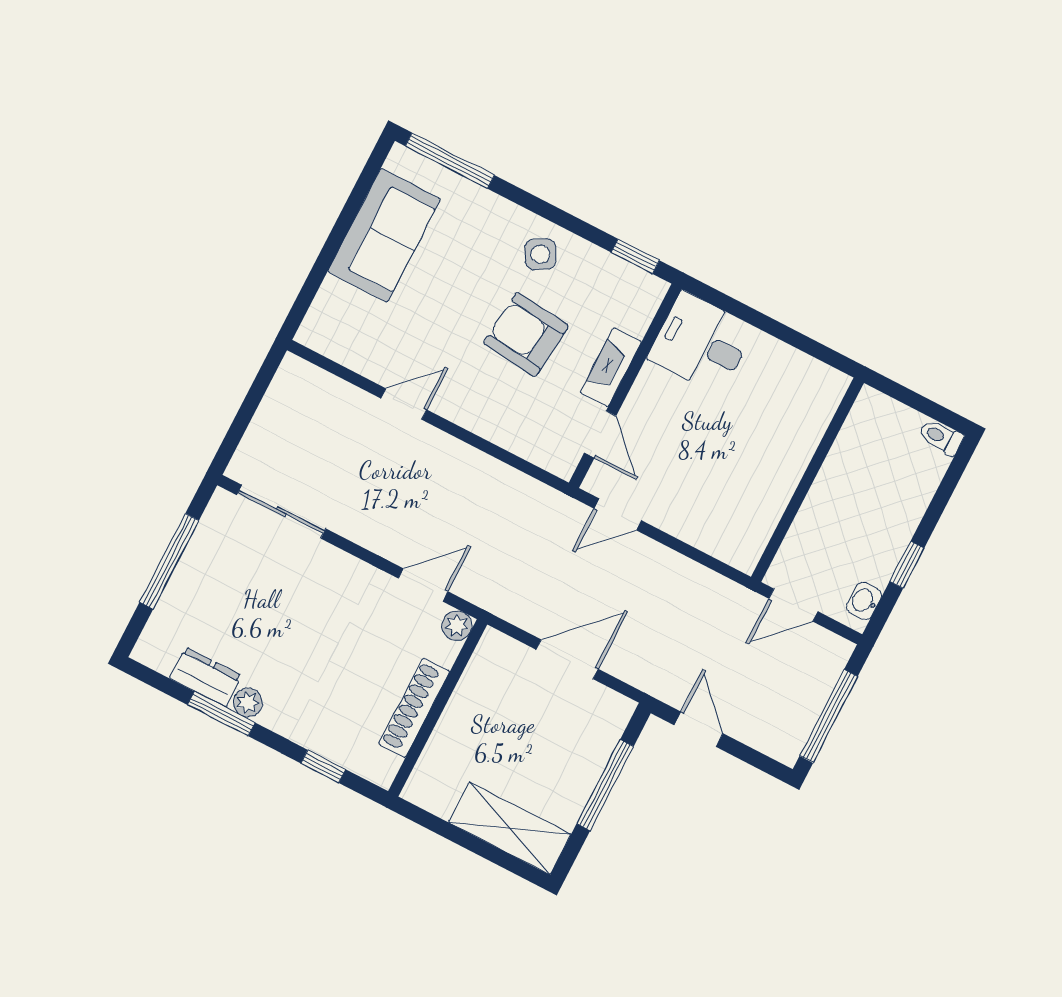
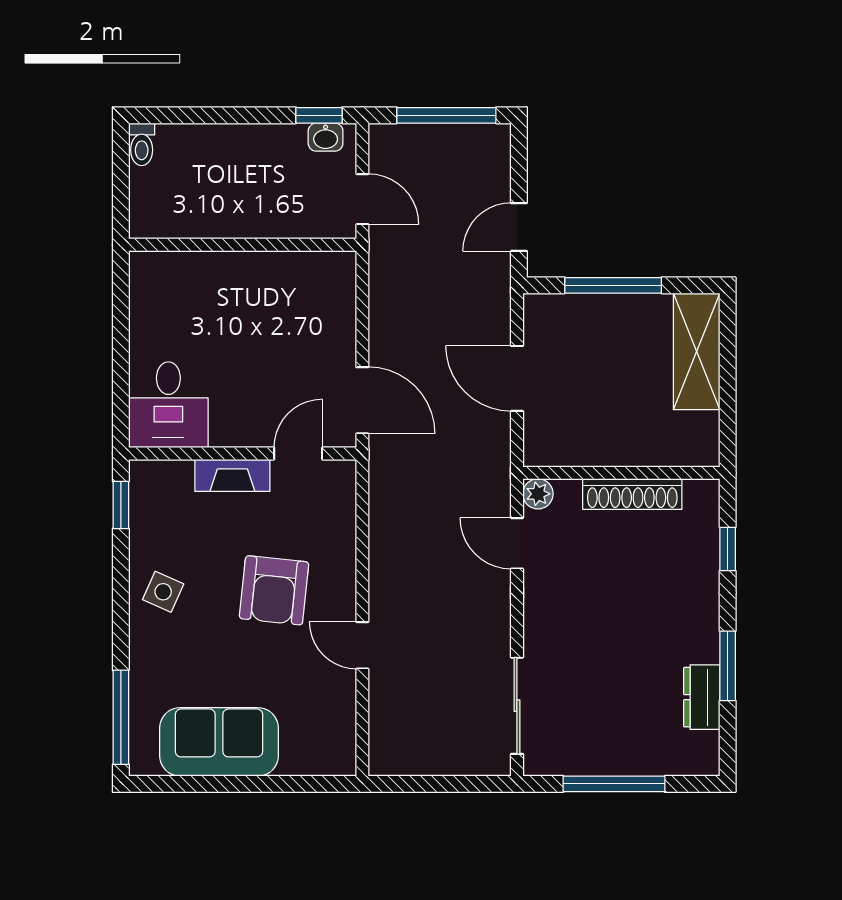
side table: (540, 254) -> (163, 592), turned -36
armchair: (526, 335) -> (274, 590), moved
door: (618, 514) -> (362, 400), width x1.37
window: (907, 565) -> (319, 115), moved
plant: (248, 703) -> (705, 647), removed

